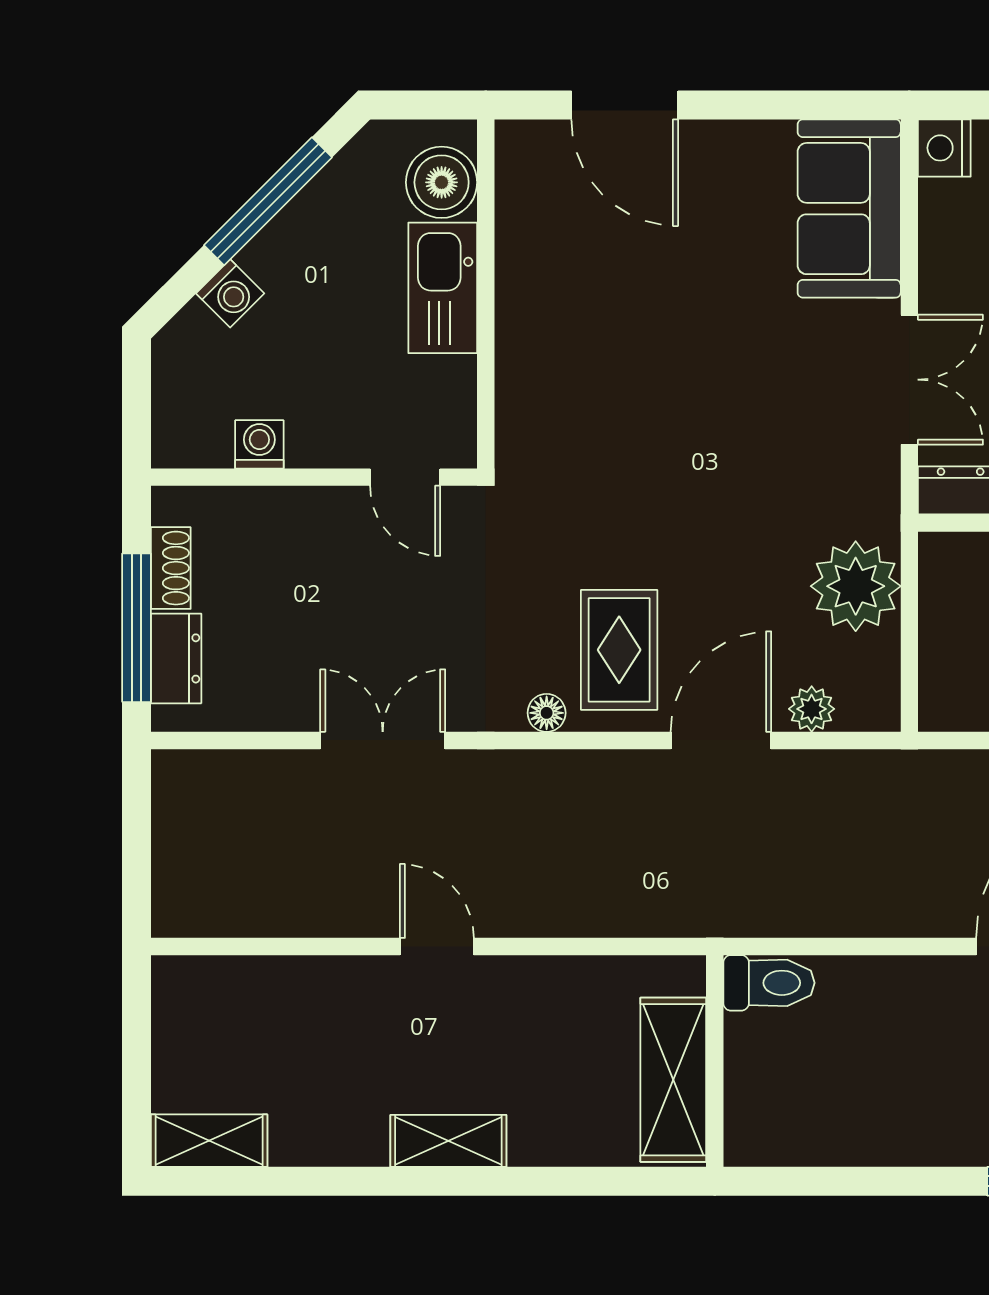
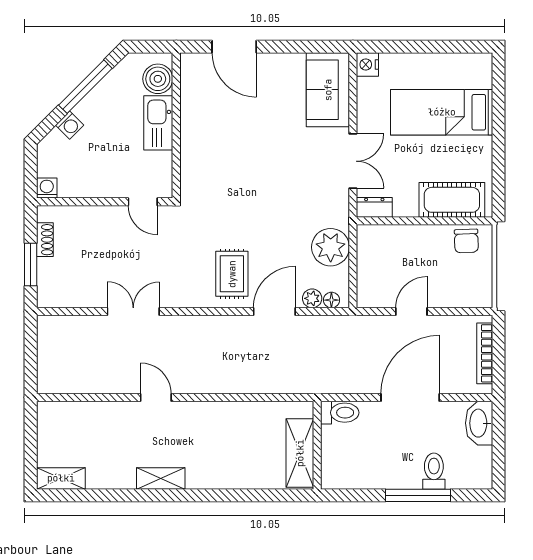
washing machine: (259, 444) -> (47, 188), moved
window: (137, 628) -> (31, 265), width x0.69
dresser: (176, 658) -> (47, 277), removed
floor lamp: (547, 713) -> (331, 300), moved
toilet: (769, 983) -> (340, 413), moved
wall: (715, 1061) -> (317, 445), moved
shelving: (673, 1080) -> (300, 453), moved

